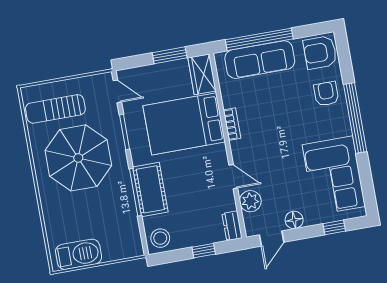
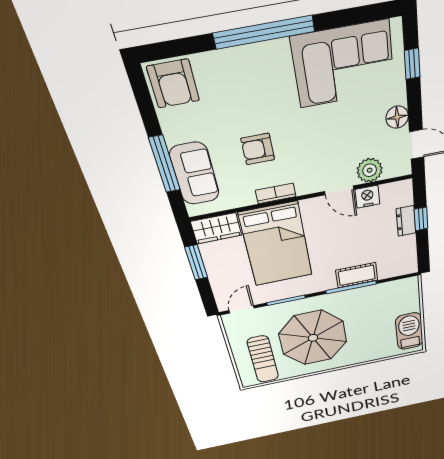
window: (259, 39) -> (165, 164), width x0.68
sofa: (260, 60) -> (195, 174), width x0.73
armchair: (326, 94) -> (258, 149), moved
door: (233, 177) -> (339, 190), swing flipped
cot: (150, 189) -> (357, 275), width x0.73, depth x0.75
nightstand: (227, 201) -> (367, 197), added
dresser: (232, 226) -> (406, 221), moved, turned 90
stool: (160, 238) -> (402, 262), removed

